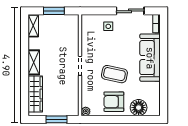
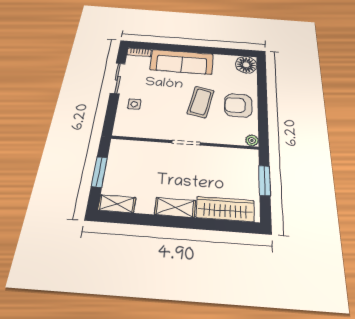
armchair: (114, 102) -> (238, 105), turned 90
floor lamp: (139, 108) -> (246, 65), moved

